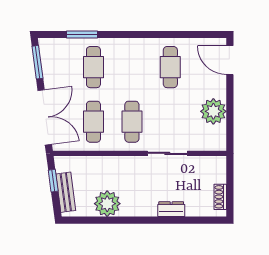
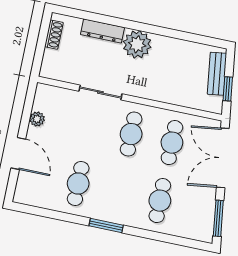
window: (82, 35) -> (106, 225), moved
door: (230, 60) -> (18, 153), moved
plant: (213, 111) -> (37, 119), width x0.53, depth x0.53
plant: (107, 204) -> (137, 44), moved
dresser: (171, 209) -> (103, 31), width x1.44

